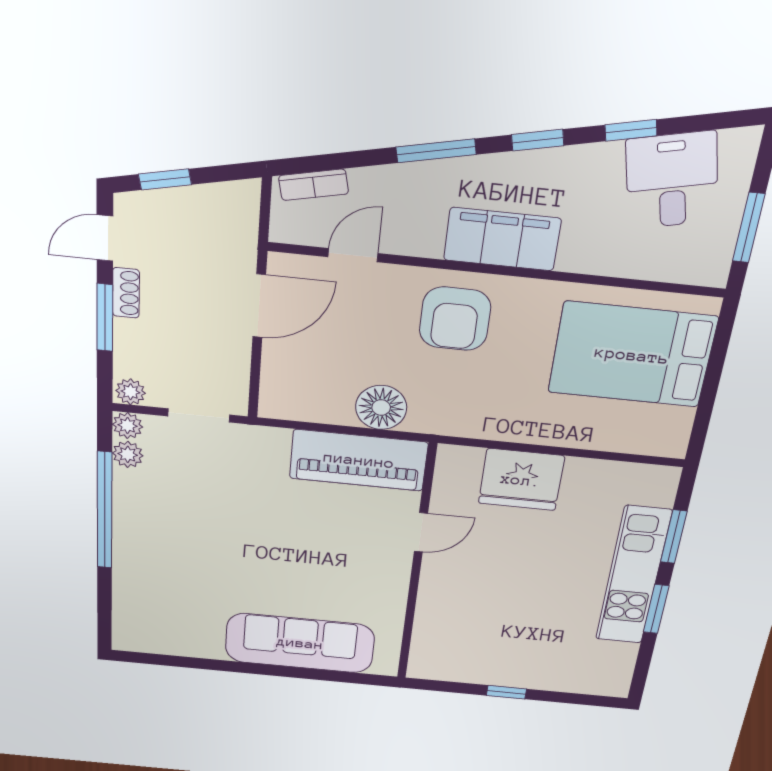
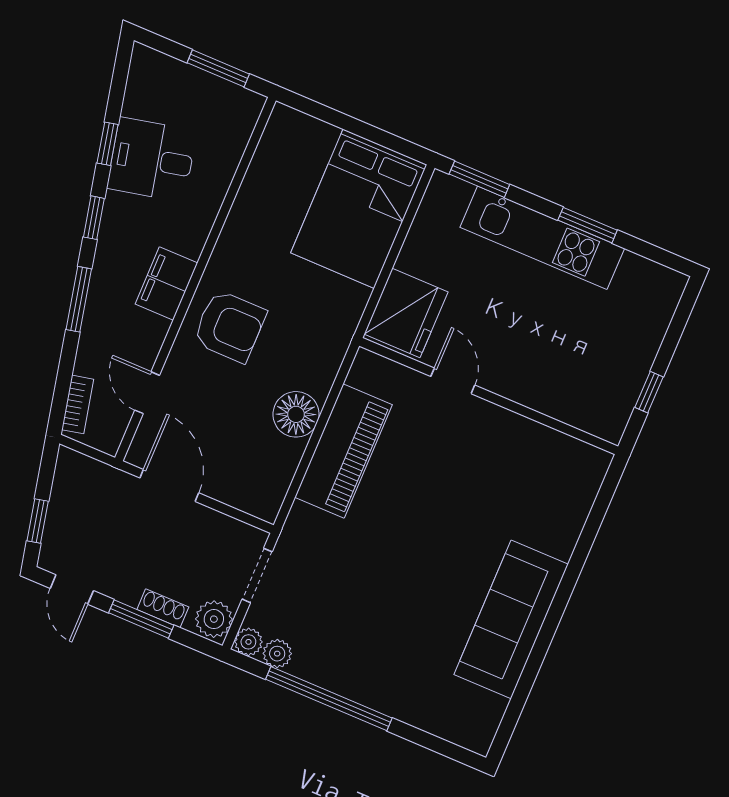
desk: (672, 180) -> (152, 160), moved
filing cabinet: (502, 239) -> (166, 283), width x0.67, depth x0.86
shoe rack: (126, 293) -> (163, 608), moved
bed: (632, 355) -> (359, 209), moved
plant: (131, 392) -> (214, 619), width x1.38, depth x1.38
door: (421, 532) -> (453, 381), moved
window: (674, 537) -> (479, 179), moved
wall: (416, 566) -> (489, 396), moved
sofa: (300, 643) -> (511, 619), moved

